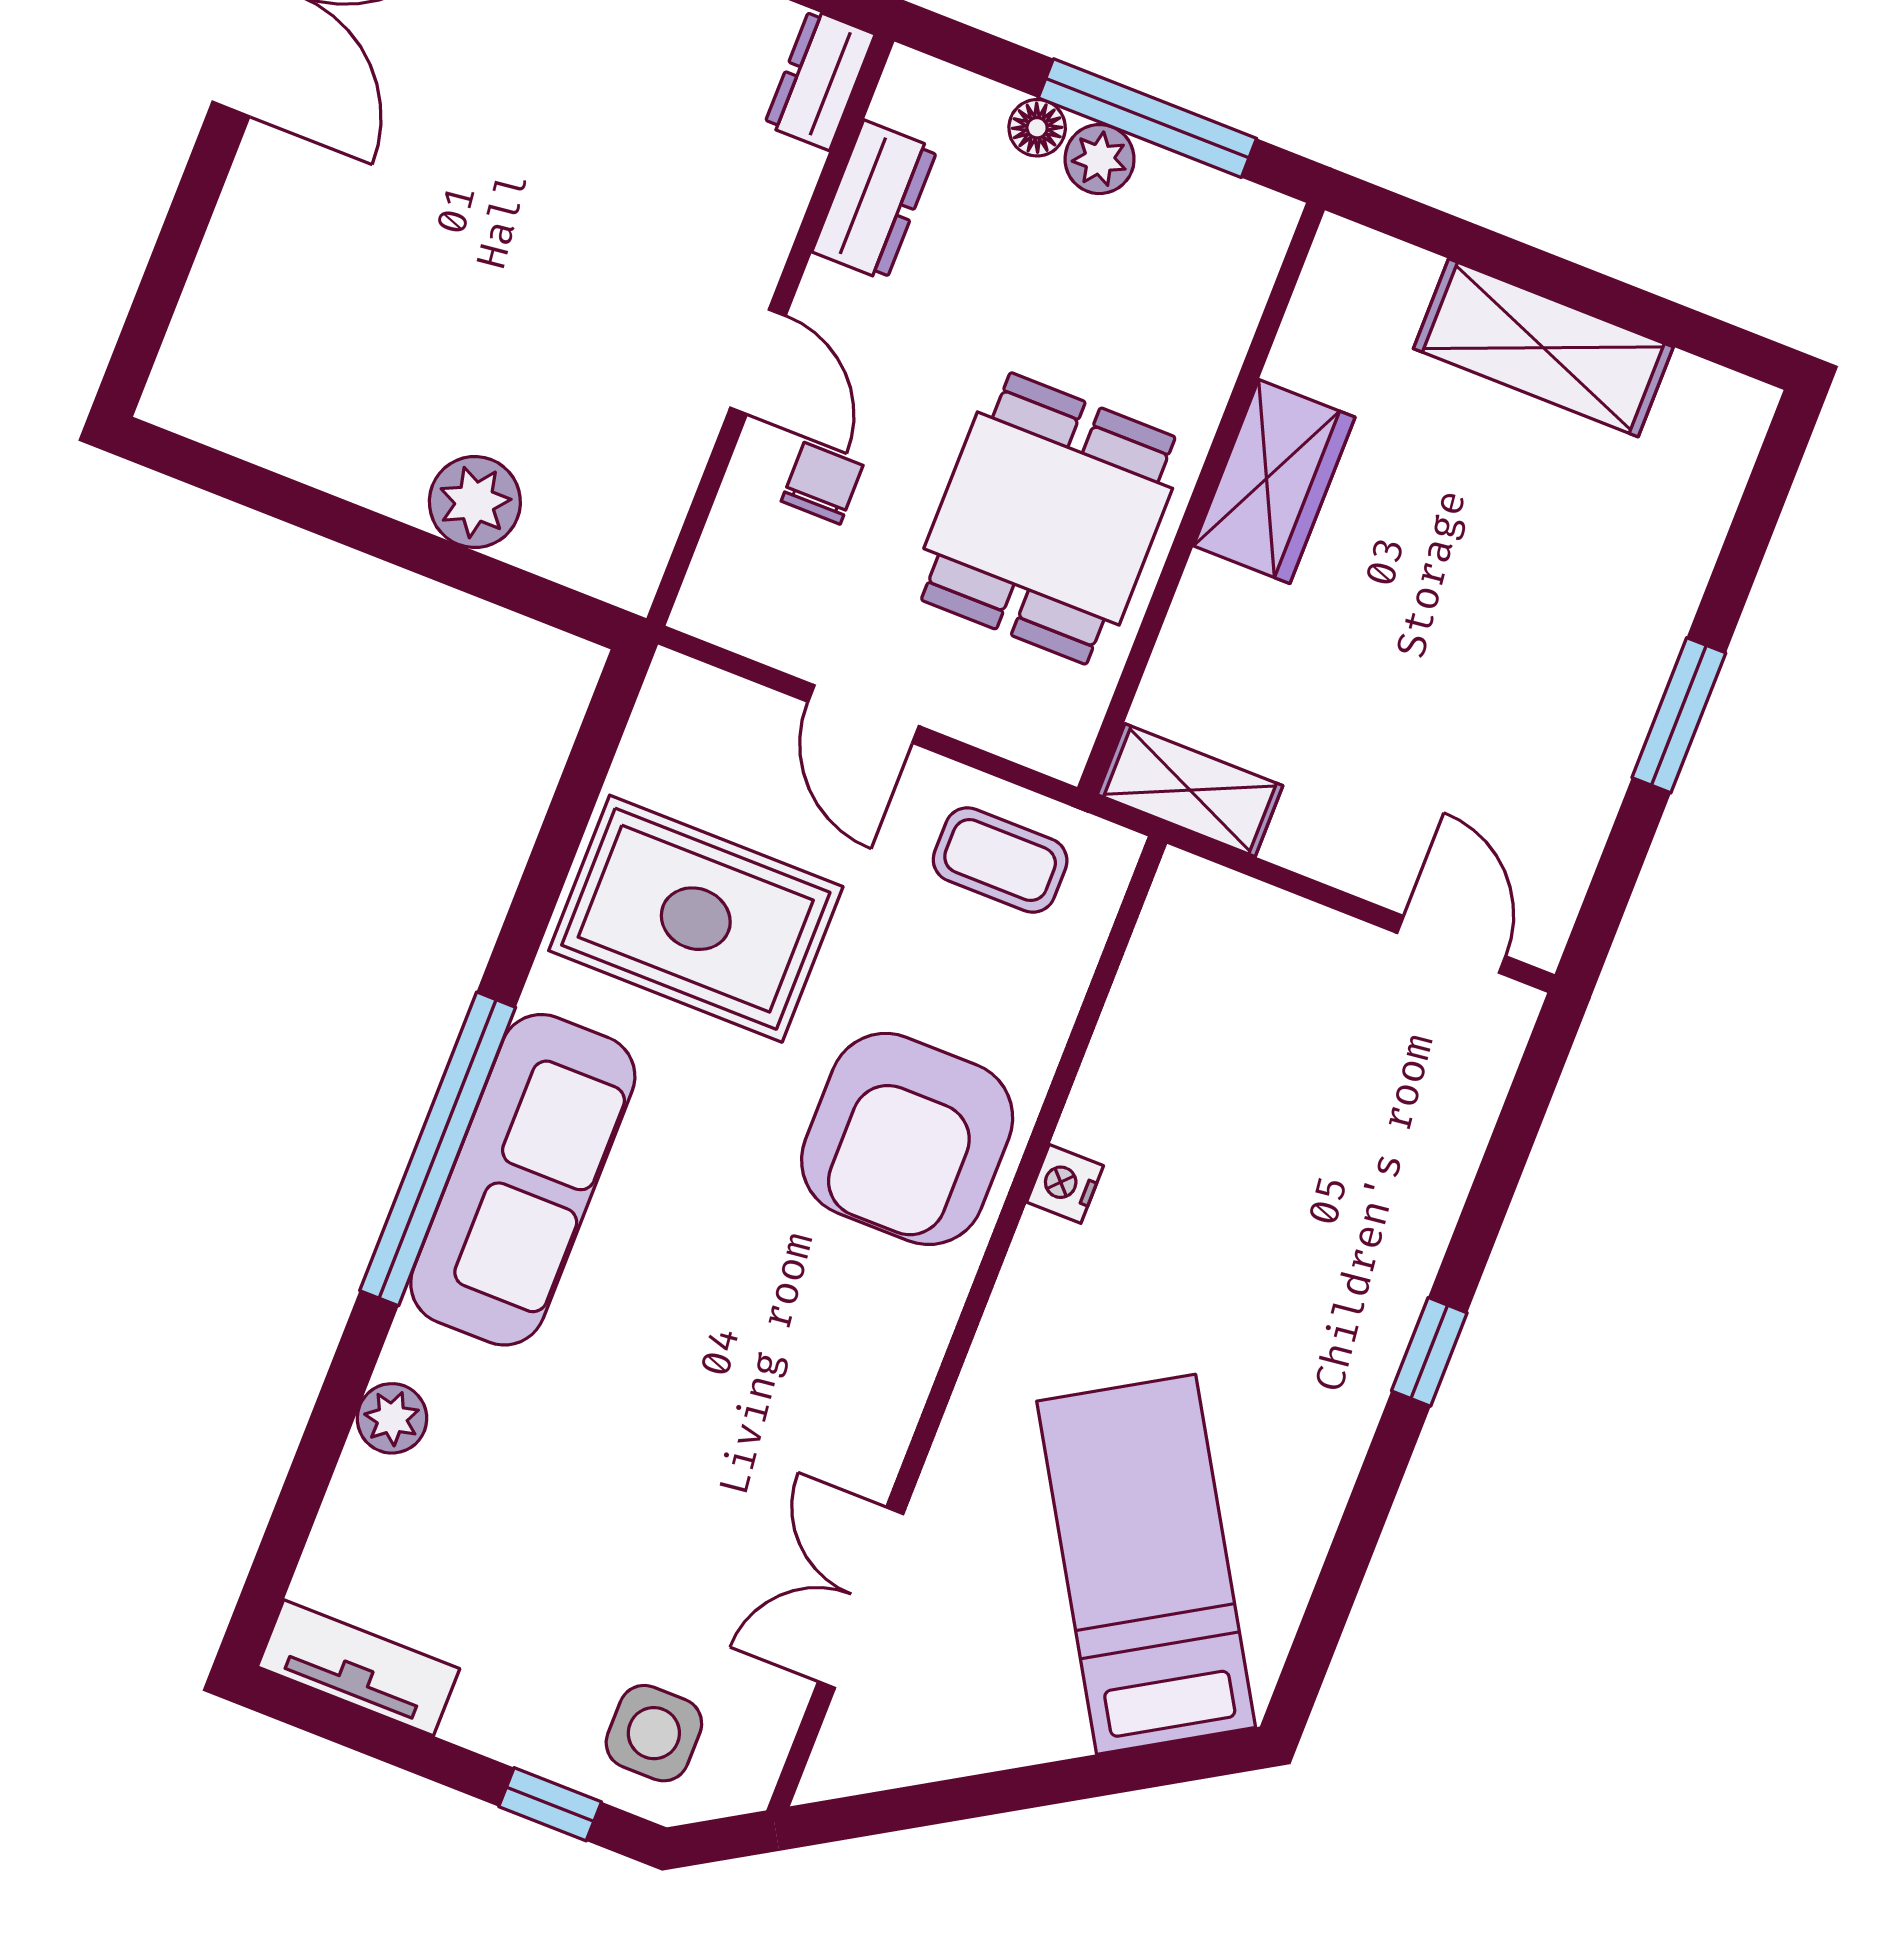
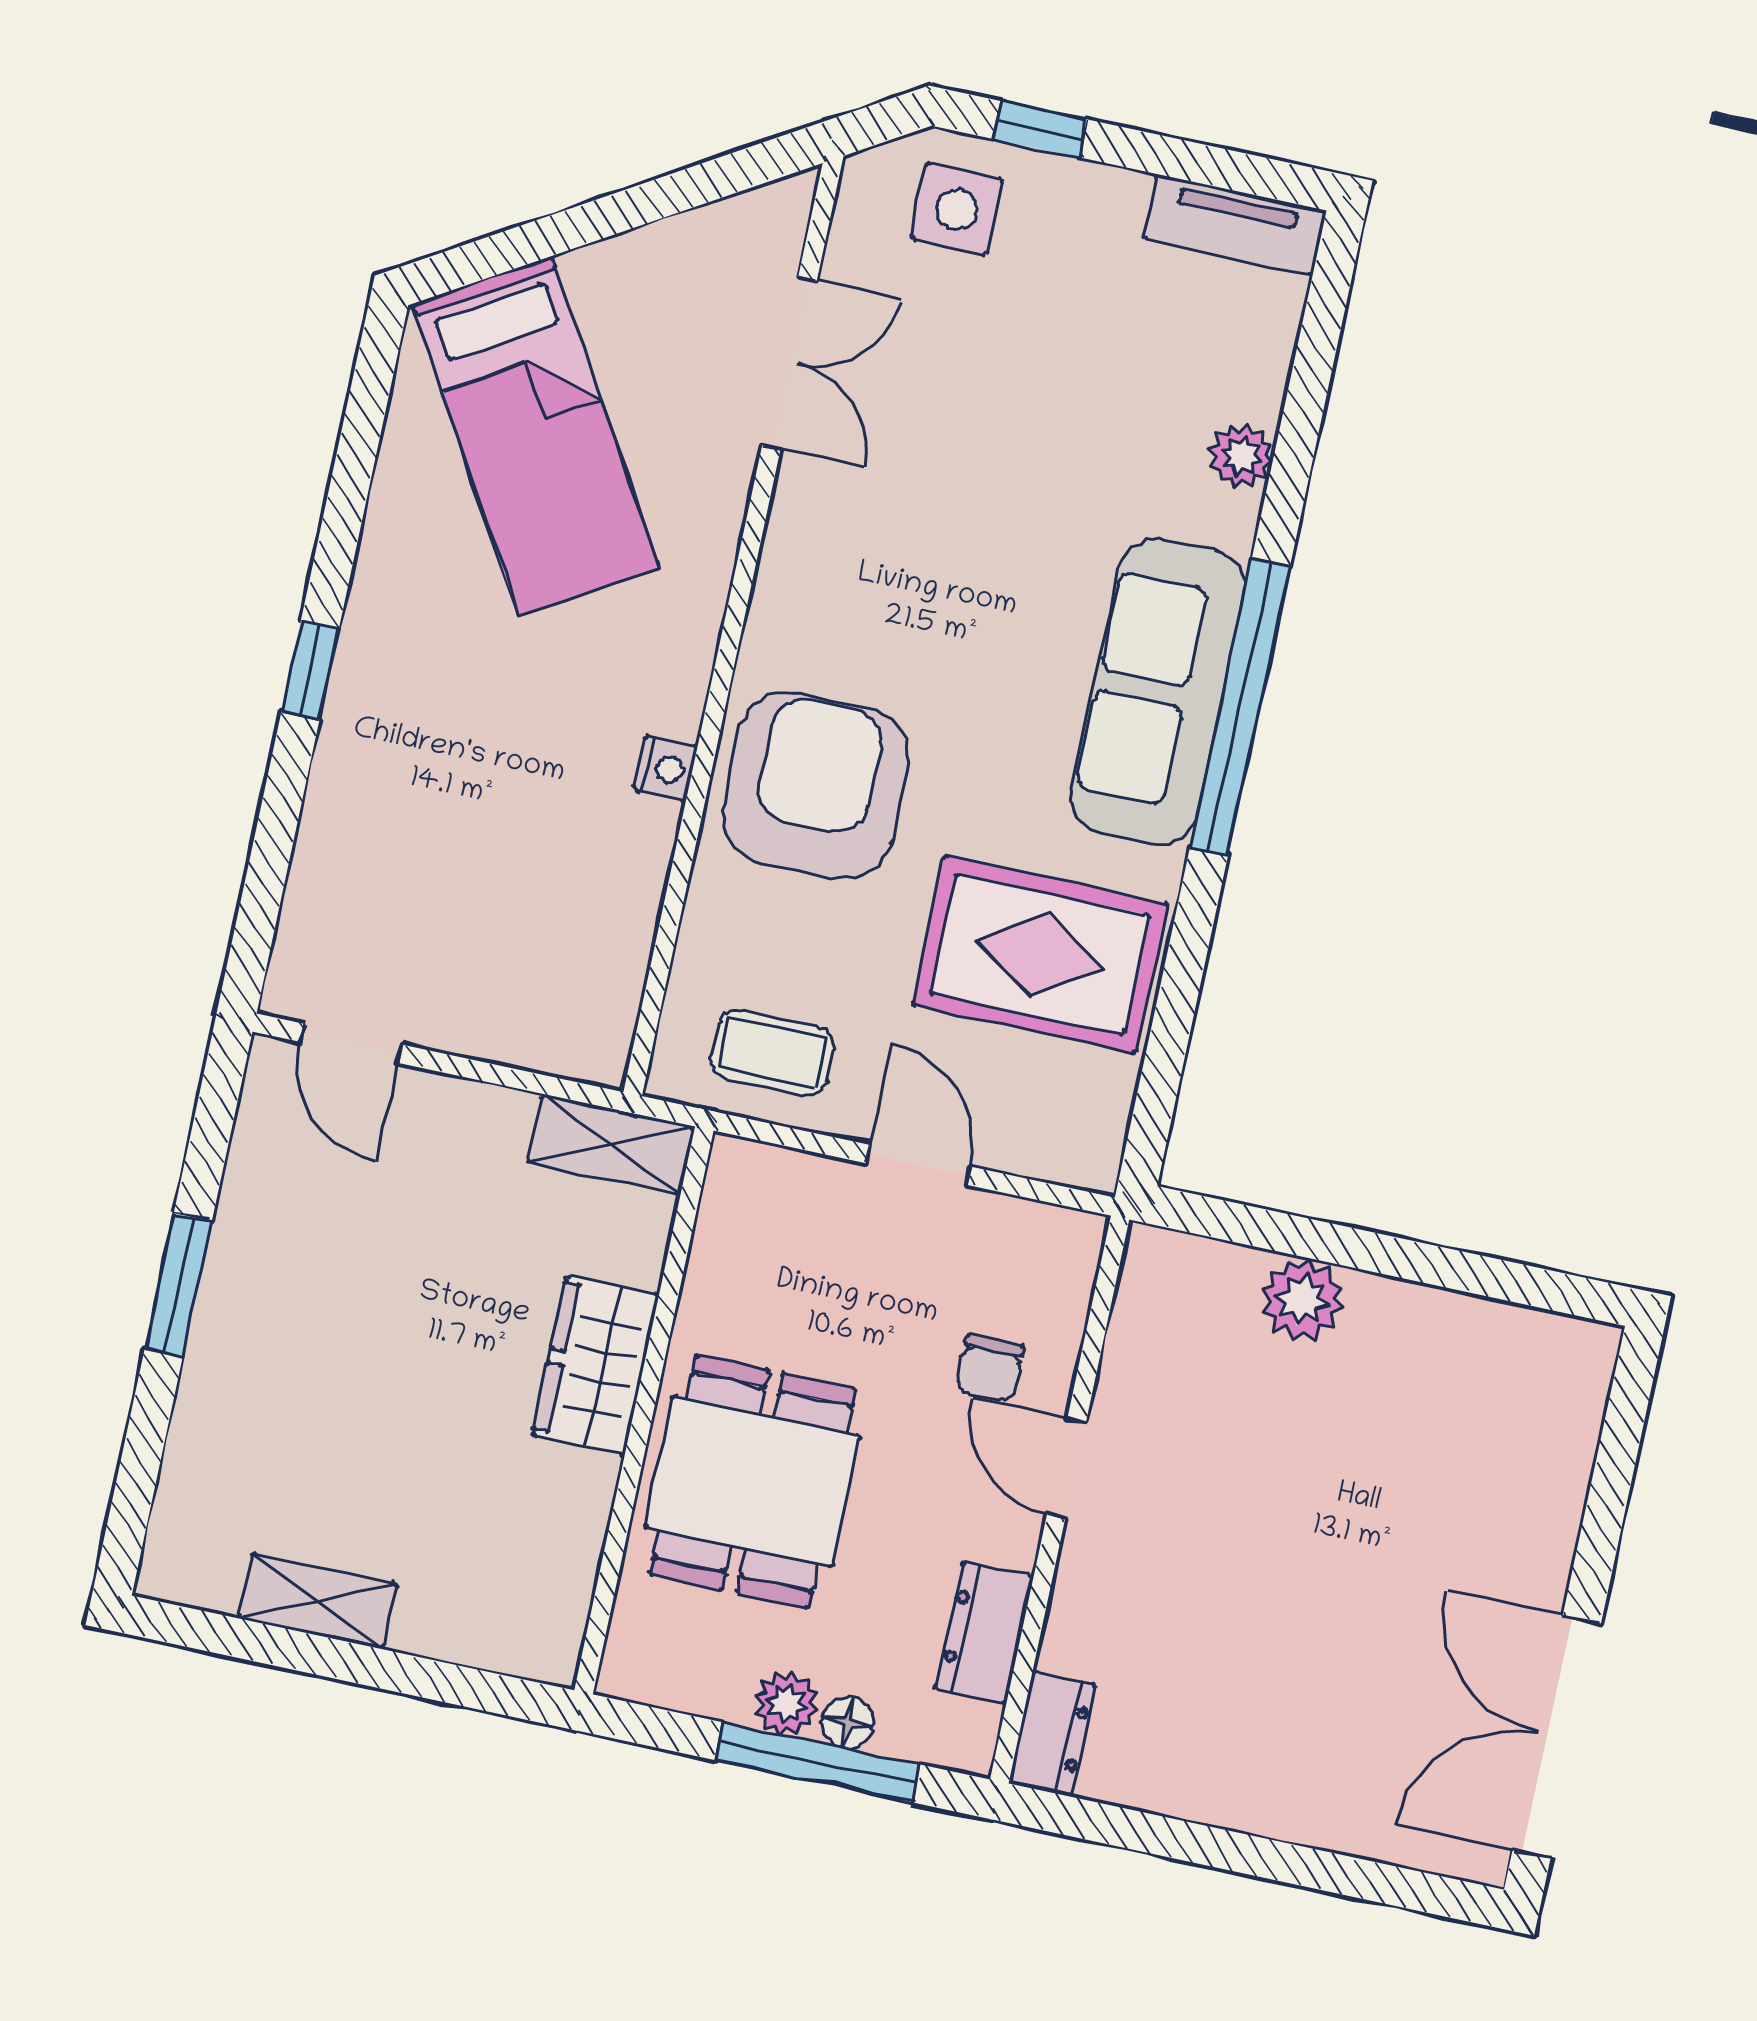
window: (1147, 118) -> (817, 1762), moved
shelving: (1543, 348) -> (317, 1601), width x0.67, depth x0.75
wardrobe: (1274, 482) -> (595, 1365), moved
dining table: (1048, 518) -> (752, 1482), moved

